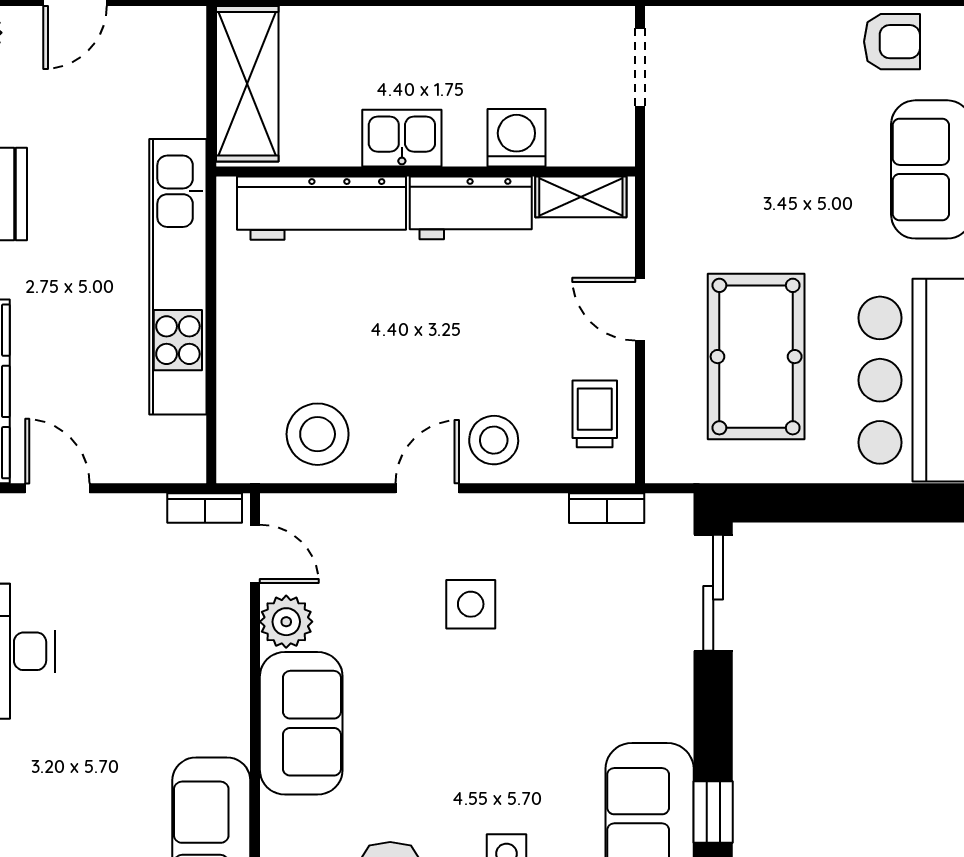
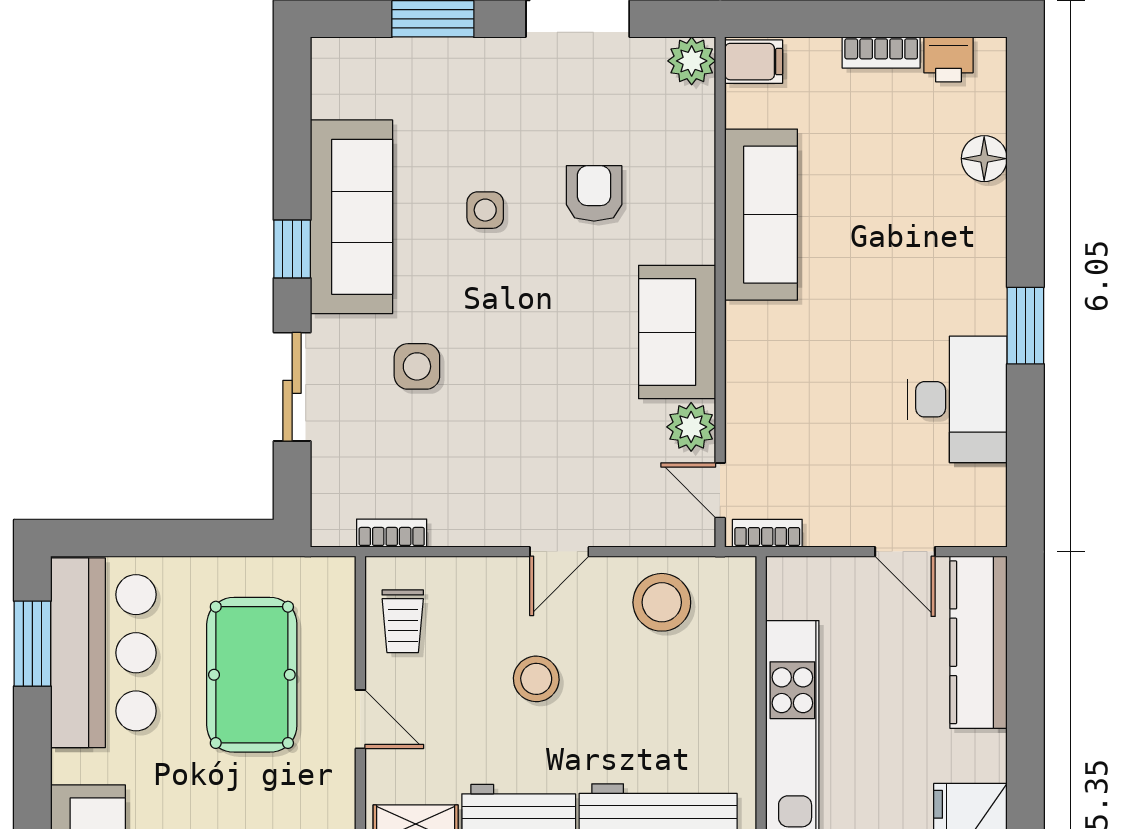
stool: (494, 440) -> (536, 679), moved
sliding door: (713, 593) -> (292, 387), moved
side table: (471, 604) -> (417, 366), moved

